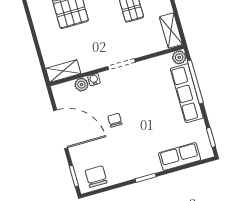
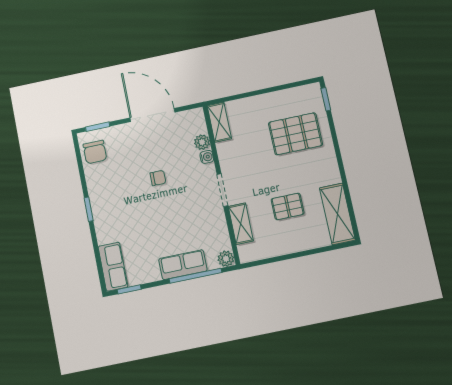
shelving: (171, 30) -> (241, 224), moved, turned 90
row of seats: (187, 93) -> (183, 265), width x0.68
door: (61, 129) -> (152, 115), swing flipped
row of seats: (180, 156) -> (113, 267), moved
chair: (96, 177) -> (95, 152), turned 90

